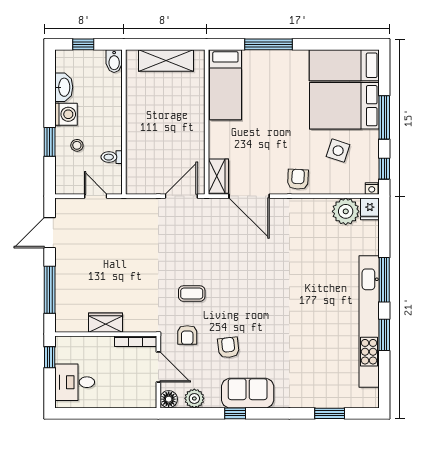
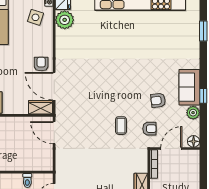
side table: (338, 151) -> (35, 17), moved
armchair: (298, 179) -> (41, 64), moved, turned 87
door: (249, 196) -> (54, 86), swing flipped
plant: (194, 398) -> (193, 113), moved

